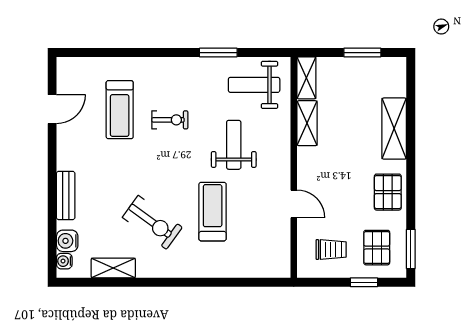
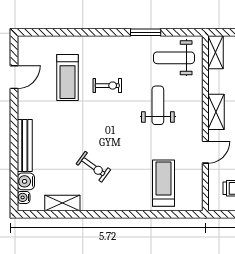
shelving: (307, 123) -> (216, 112), moved
bench: (66, 195) -> (25, 145), width x1.36
door: (294, 204) -> (205, 152), hinge flipped
treadmill: (213, 212) -> (164, 183), moved
exercise bike: (152, 222) -> (93, 167), width x0.73, depth x0.72

